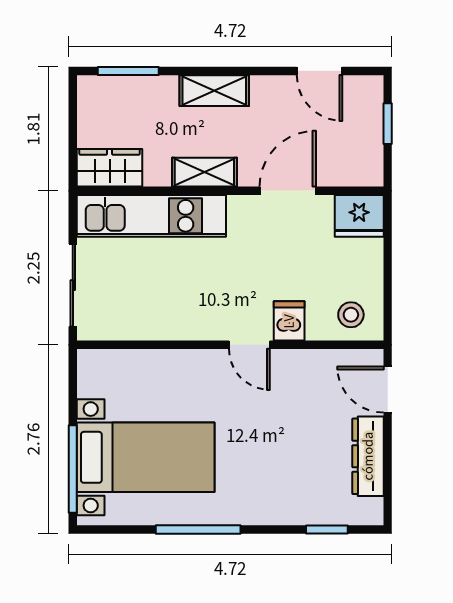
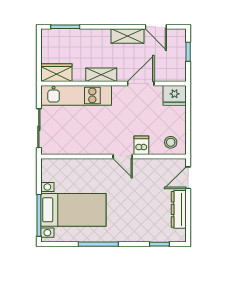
shelving: (214, 91) -> (128, 36), moved
door: (388, 390) -> (188, 178), hinge flipped

